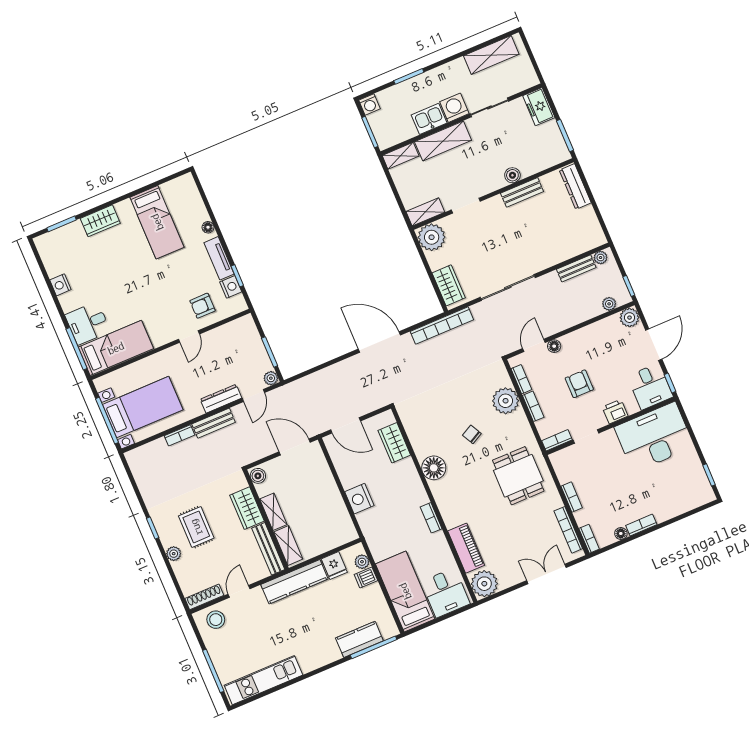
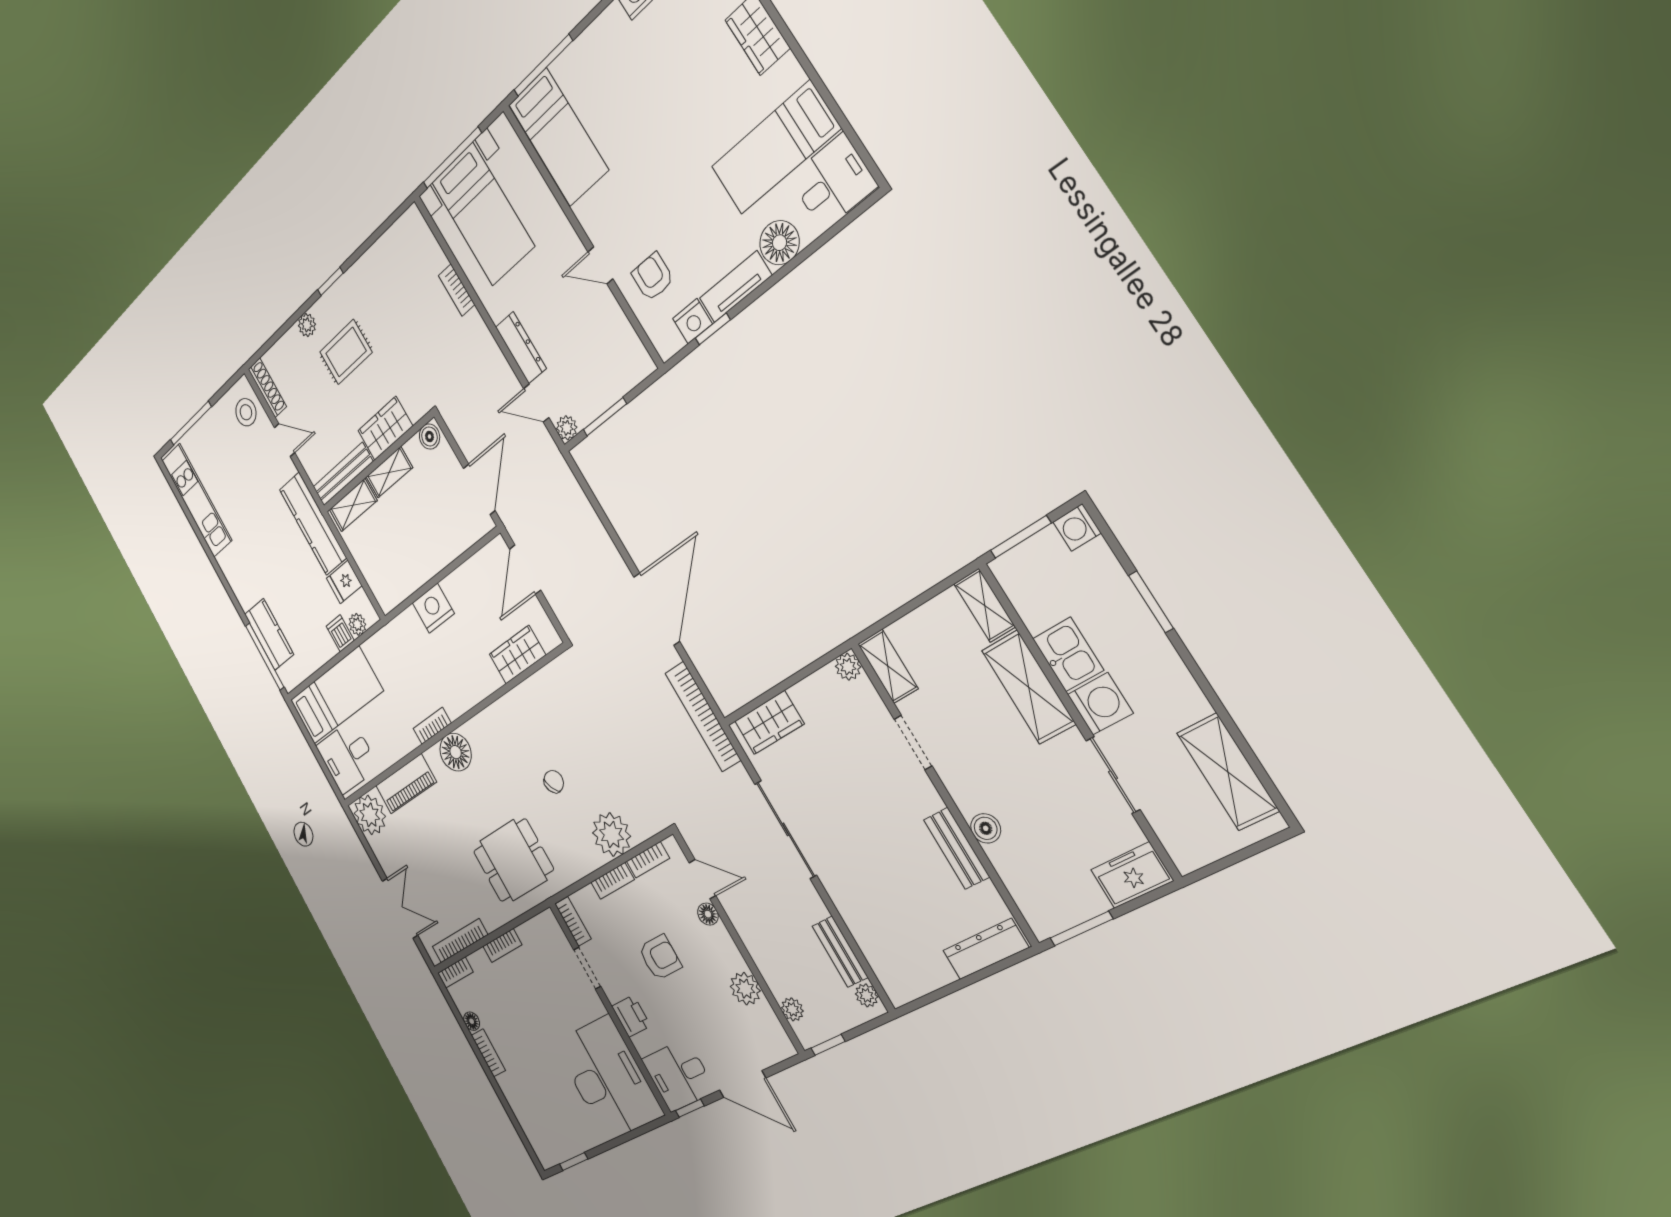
floor lamp: (208, 227) -> (779, 243), width x1.89, depth x1.89
plant: (432, 237) -> (848, 667), width x0.53, depth x0.53
plant: (630, 318) -> (745, 989), moved
desk: (88, 323) -> (833, 182), moved, turned 90
bench: (214, 423) -> (485, 344), removed
floor lamp: (434, 468) -> (456, 752), moved

